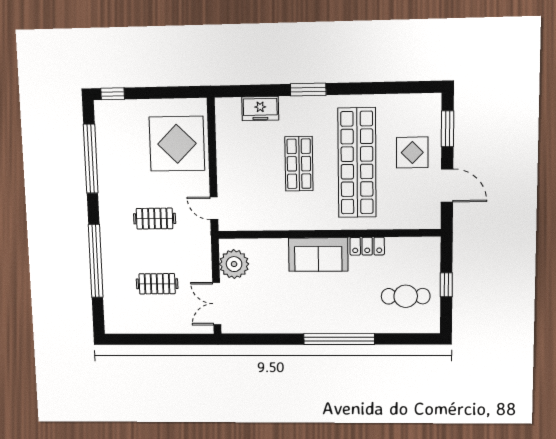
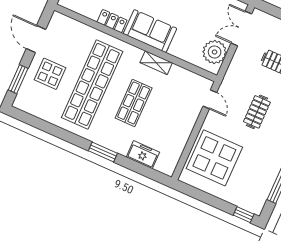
clothes rail: (155, 219) -> (257, 112), turned 90
shelving: (294, 222) -> (156, 63), added
double door: (217, 304) -> (241, 29), swing flipped

